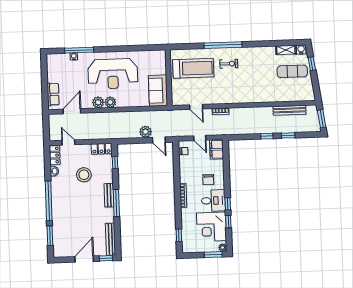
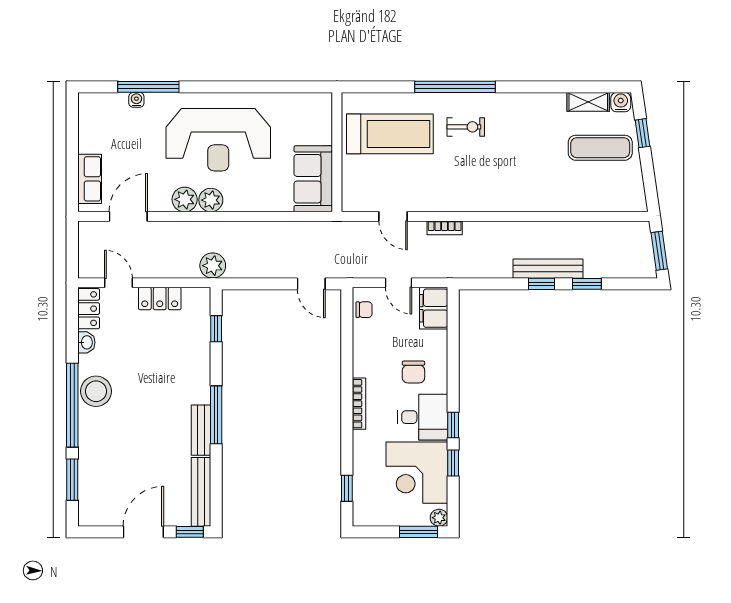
bench: (289, 110) -> (548, 269), moved
plant: (146, 132) -> (213, 266), moved
locker: (101, 149) -> (160, 299), moved
stool: (84, 175) -> (96, 391), moved
bench: (109, 195) -> (201, 430), moved

